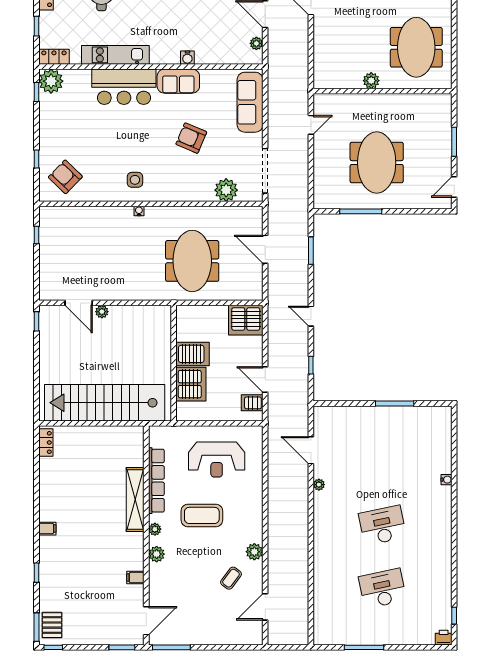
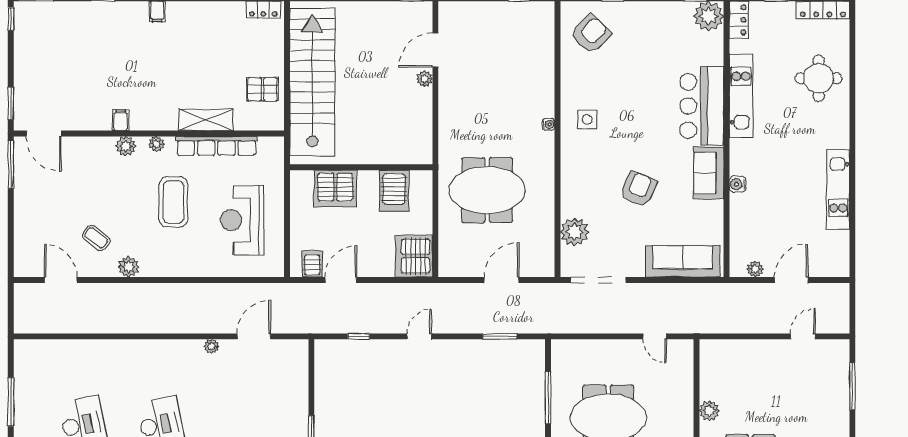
server rack: (193, 354) -> (394, 191), moved
shelving: (135, 499) -> (206, 120), width x0.68
filing cabinet: (135, 578) -> (121, 120), moved
pallet: (52, 625) -> (262, 89), moved

